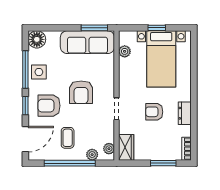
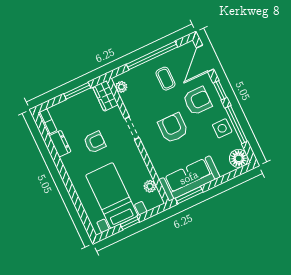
dresser: (185, 113) -> (60, 144), moved
plant: (92, 155) -> (135, 74), removed
window: (163, 163) -> (77, 91), moved

